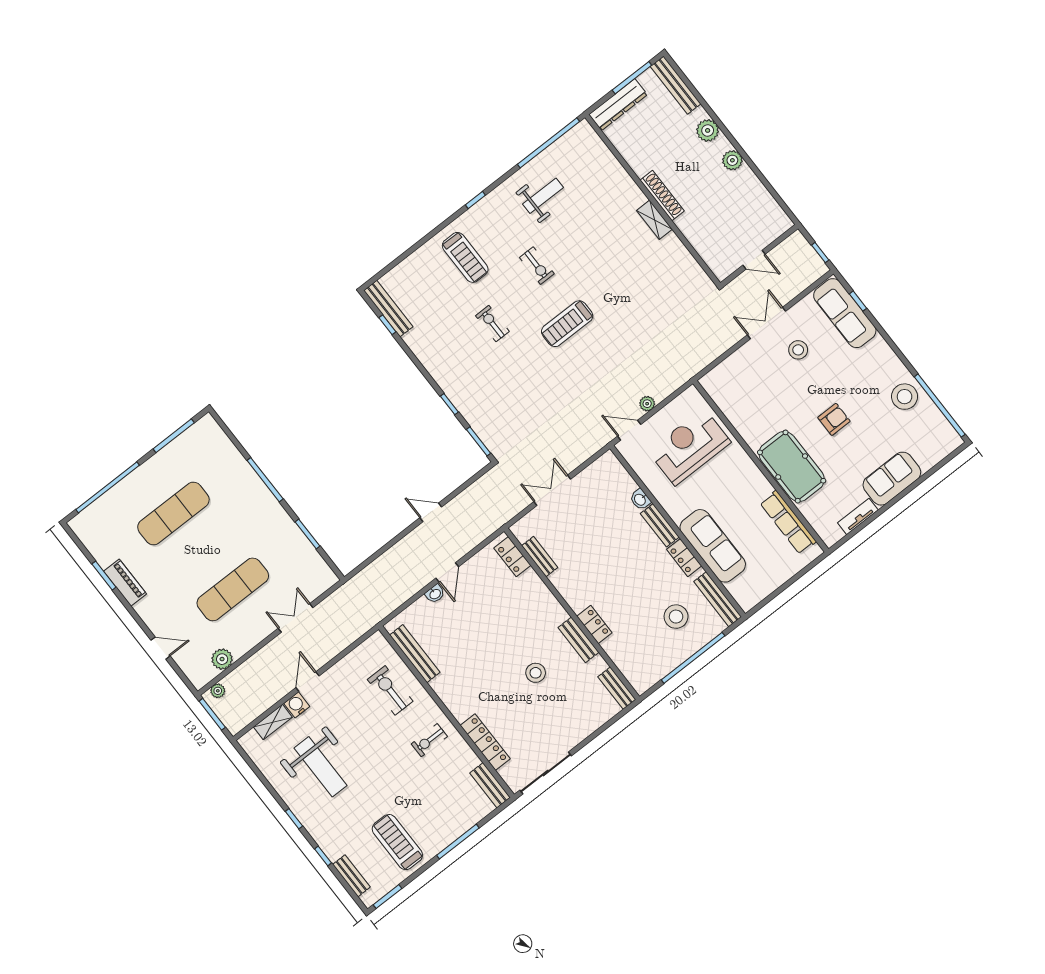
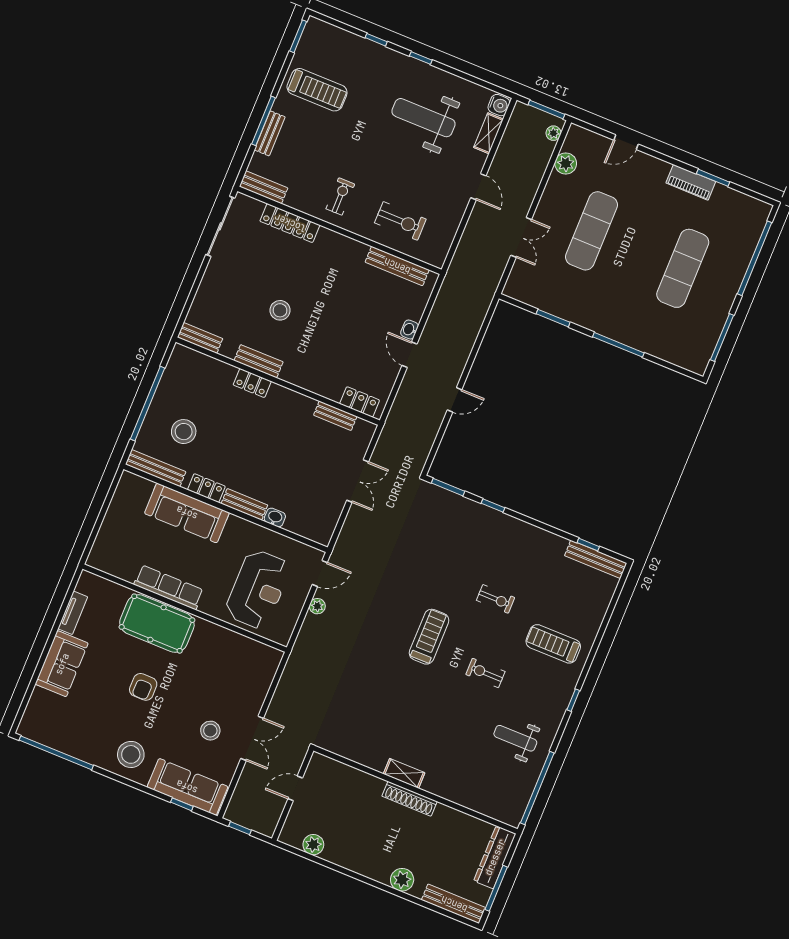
plant: (732, 160) -> (313, 845), moved
weight bench: (543, 196) -> (515, 738), turned 90
stool: (905, 397) -> (131, 754), moved
row of seats: (788, 522) -> (169, 587), moved
water cooler: (297, 705) -> (499, 105), moved
bench: (351, 876) -> (270, 133), moved, turned 90

